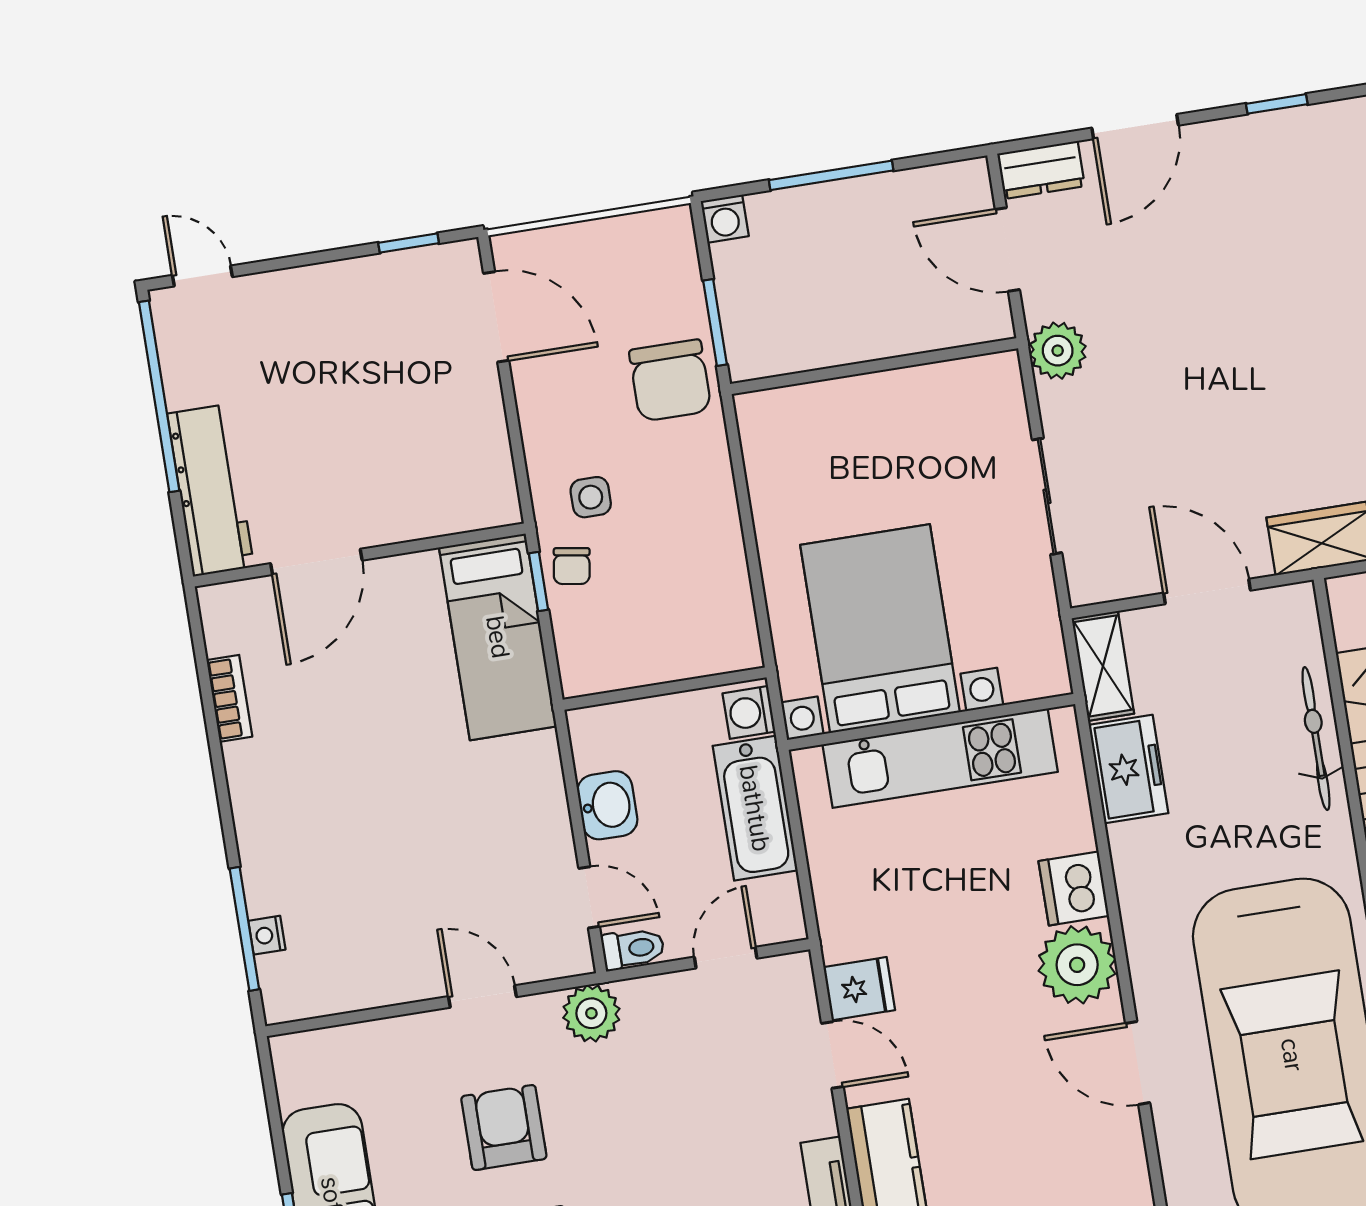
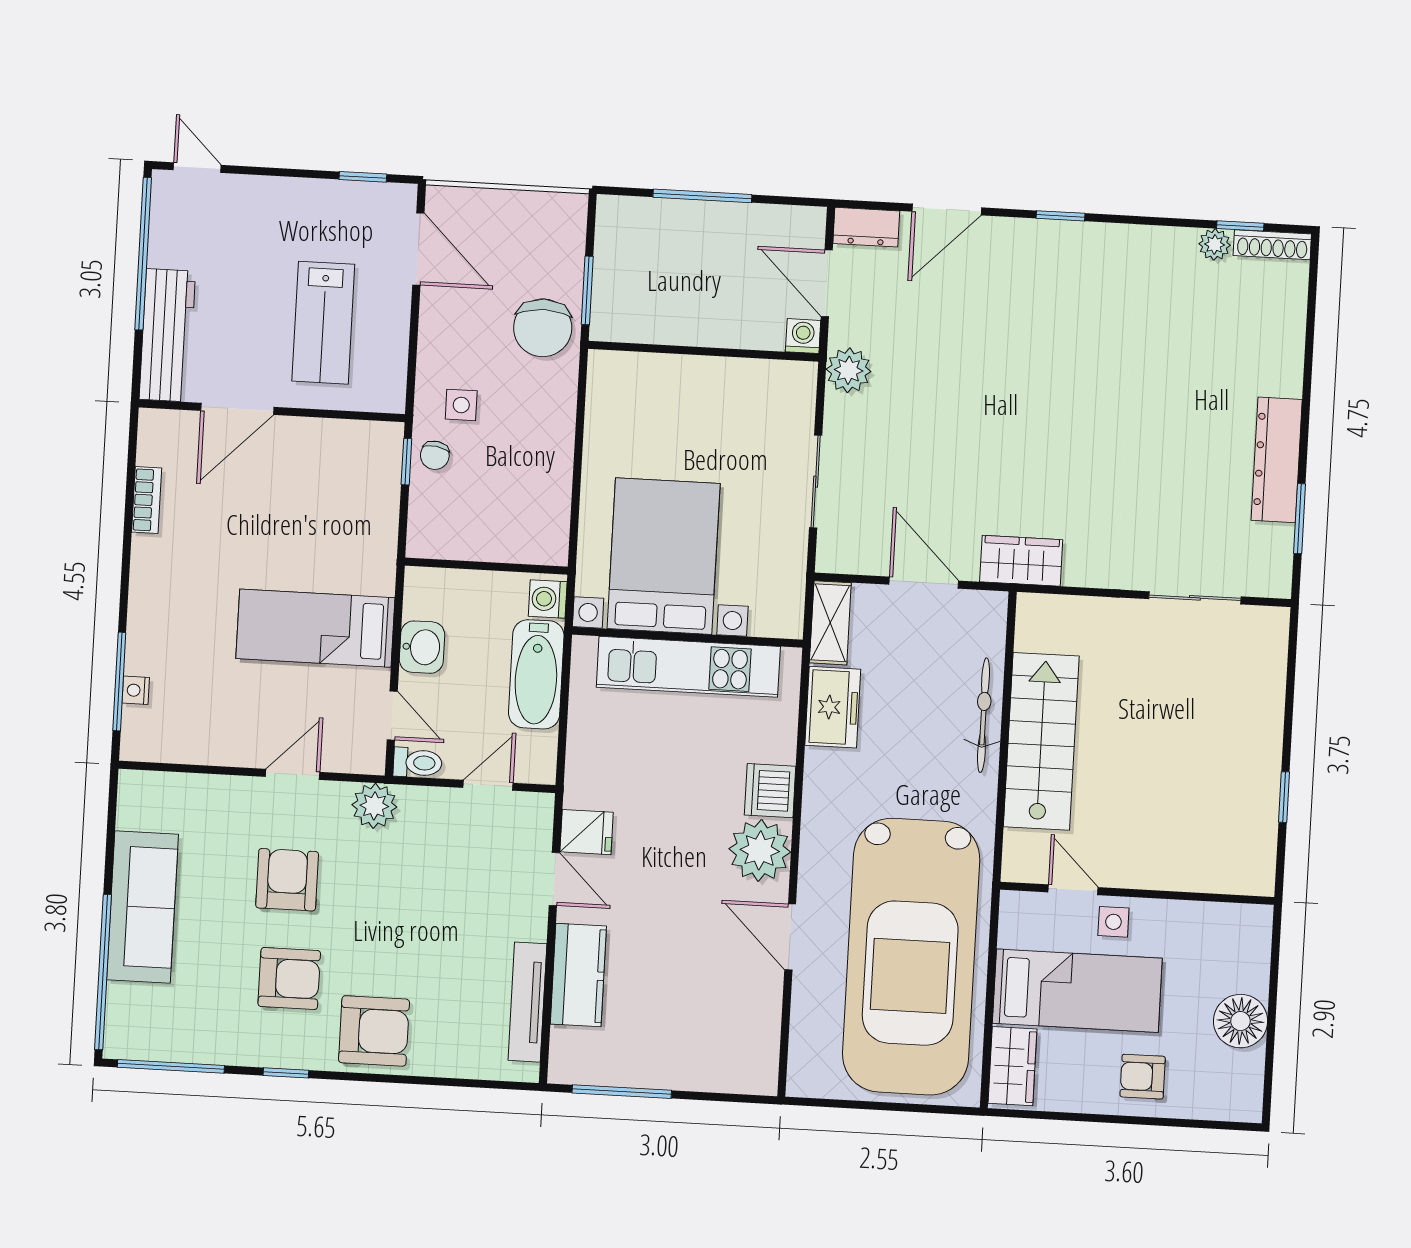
washing machine: (725, 219) -> (803, 336), moved, turned 180
lab bench: (399, 433) -> (323, 323), added
bed: (498, 637) -> (315, 628), moved, turned 90
door: (482, 997) -> (293, 774), hinge flipped

